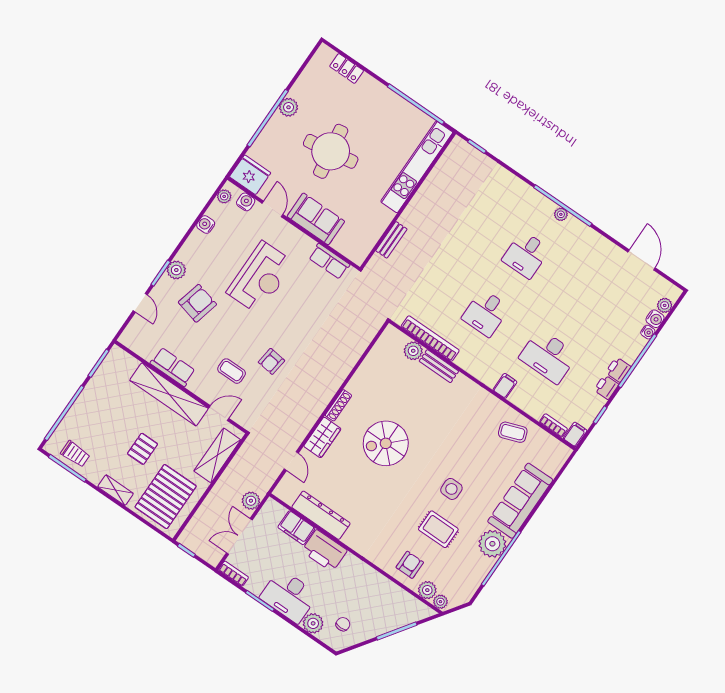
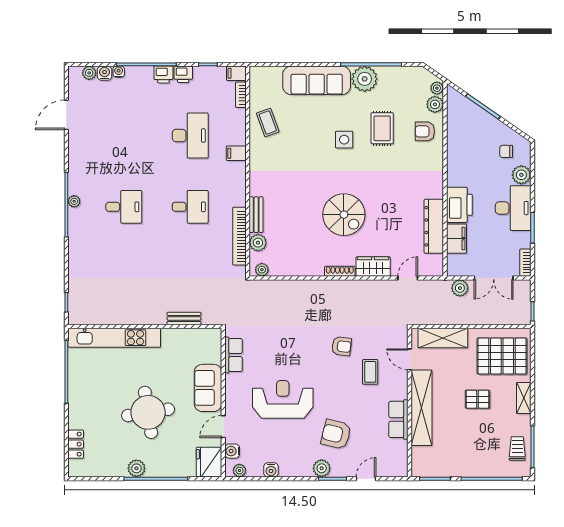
plant: (387, 338) -> (262, 270), added

